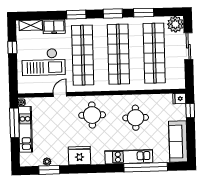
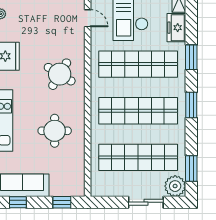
window: (144, 13) -> (191, 169), moved
door: (60, 94) -> (88, 18), moved
fridge: (179, 99) -> (78, 188), removed
round table: (92, 115) -> (60, 74), turned 31
window: (191, 144) -> (18, 202), added

